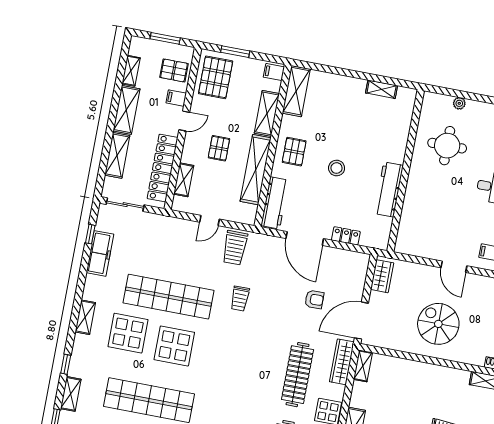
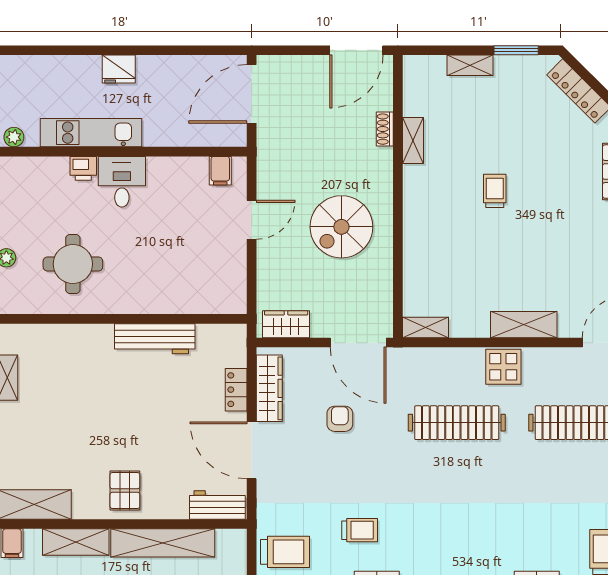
pallet: (294, 152) -> (125, 491), turned 90
stool: (337, 168) -> (137, 423), removed
workbench: (275, 203) -> (217, 505), width x0.73
door: (305, 239) -> (252, 450), swing flipped
wardrobe: (342, 362) -> (269, 388), moved, turned -90

